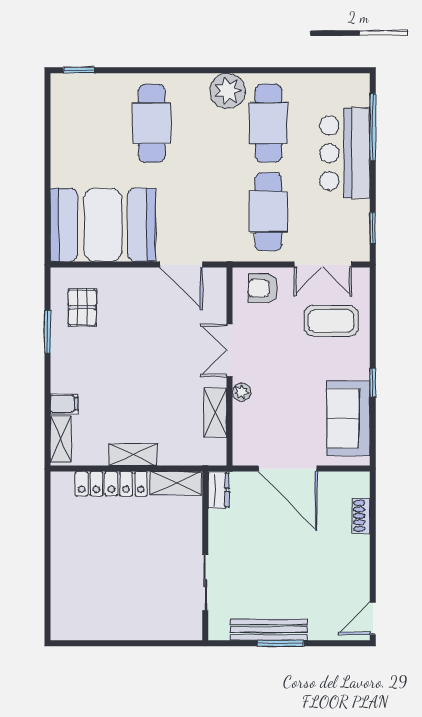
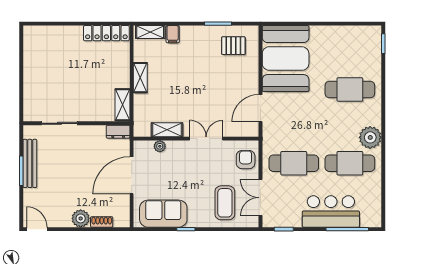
plant: (242, 392) -> (160, 146), moved
locker: (111, 484) -> (106, 33), moved, turned -90
plant: (356, 549) -> (81, 218), added

